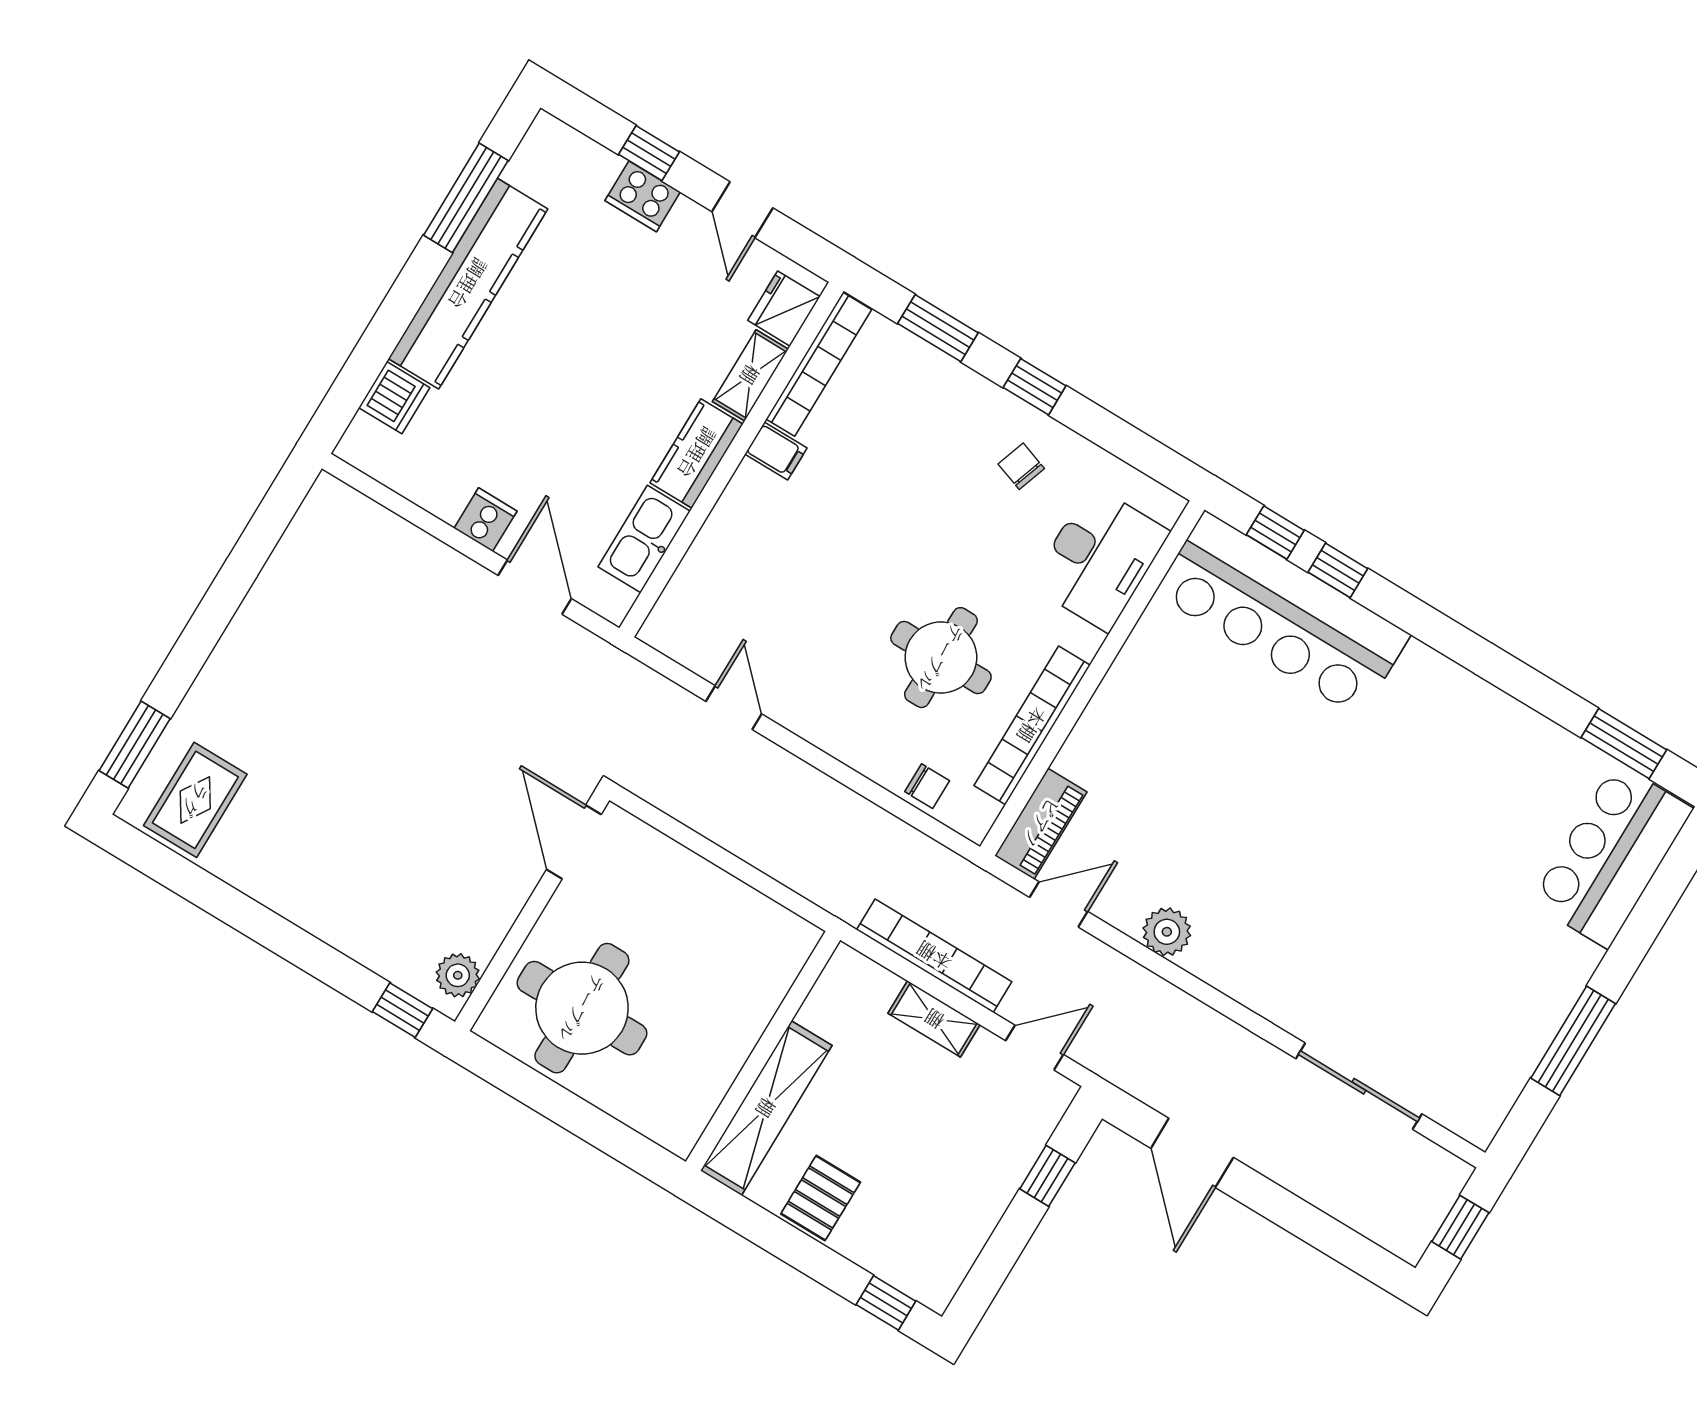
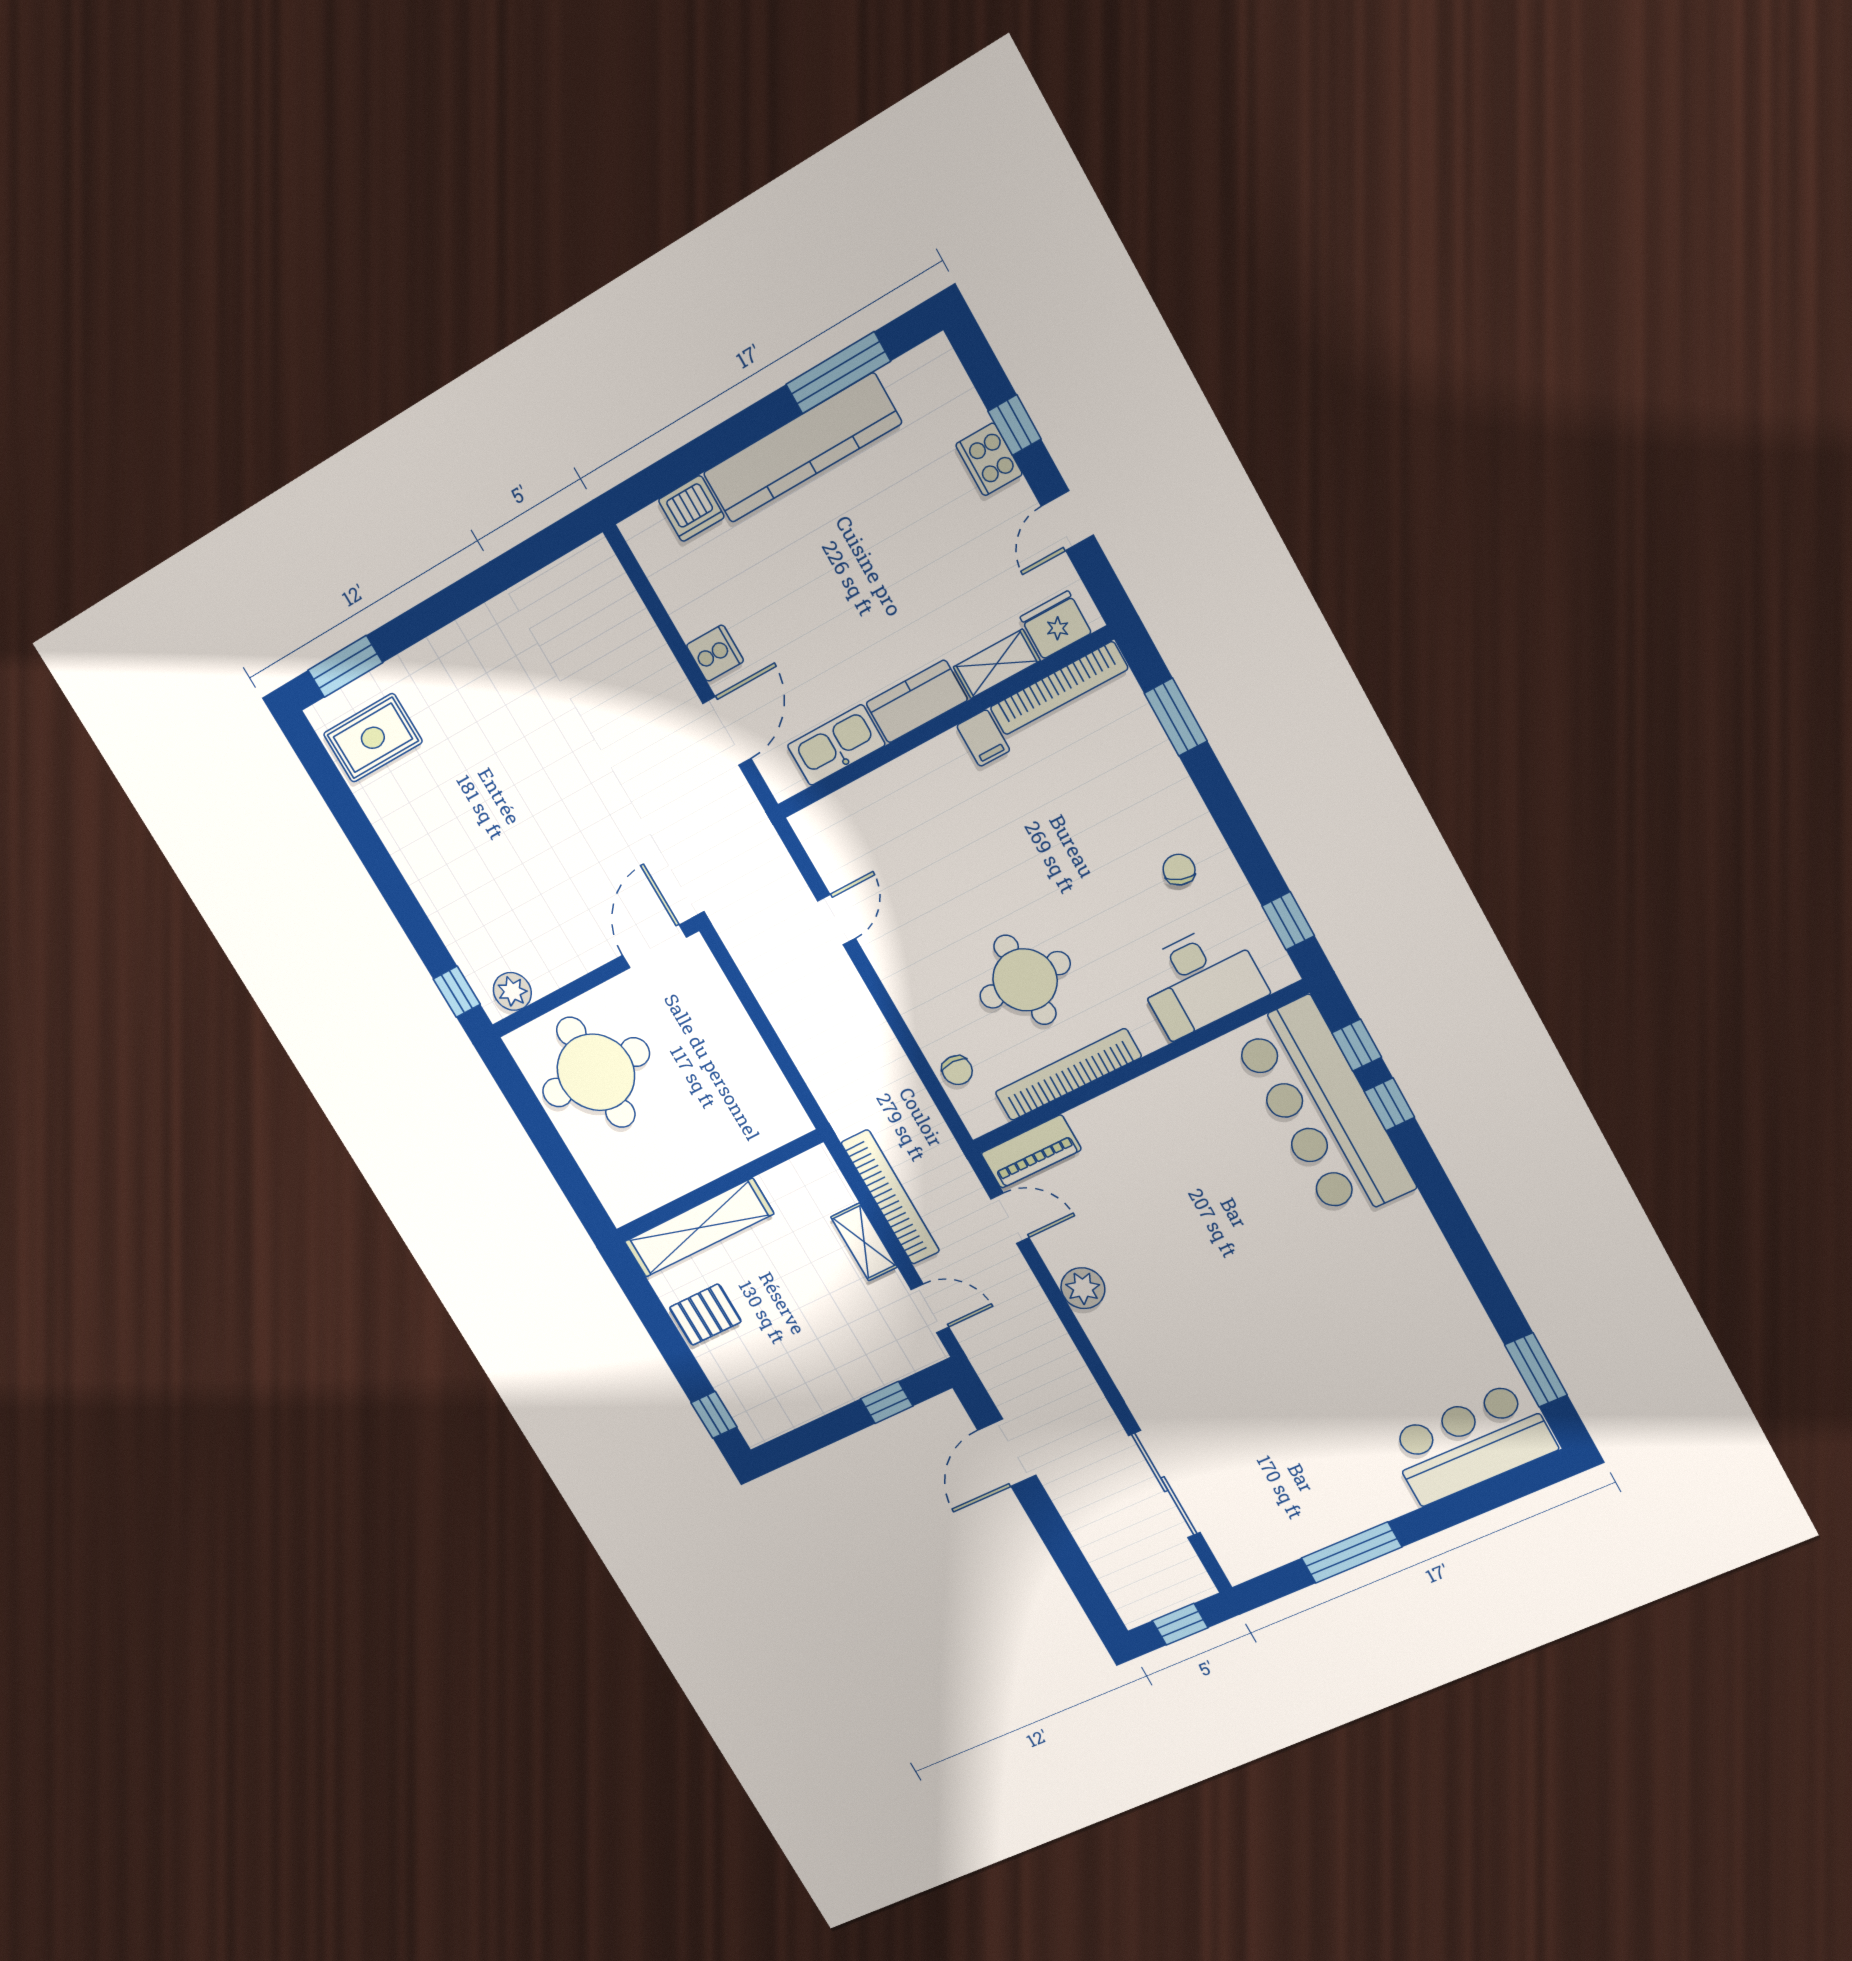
window: (1035, 387) -> (1288, 921), moved

